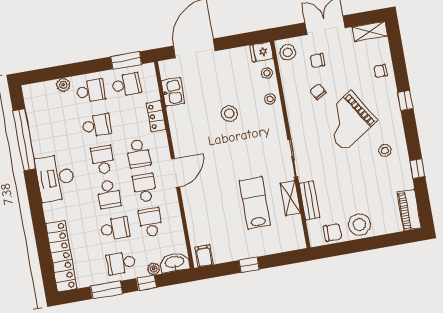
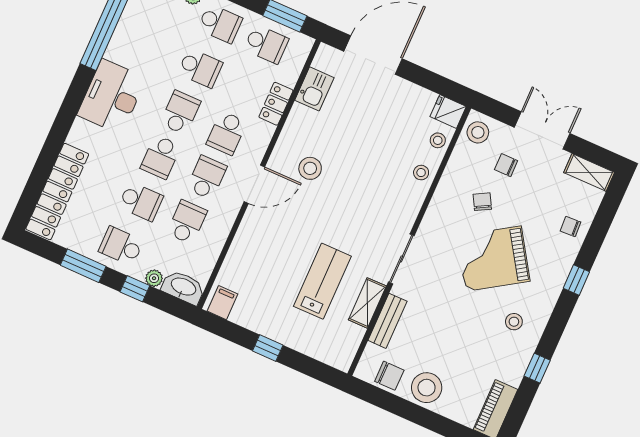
stool: (229, 114) -> (310, 168), moved

